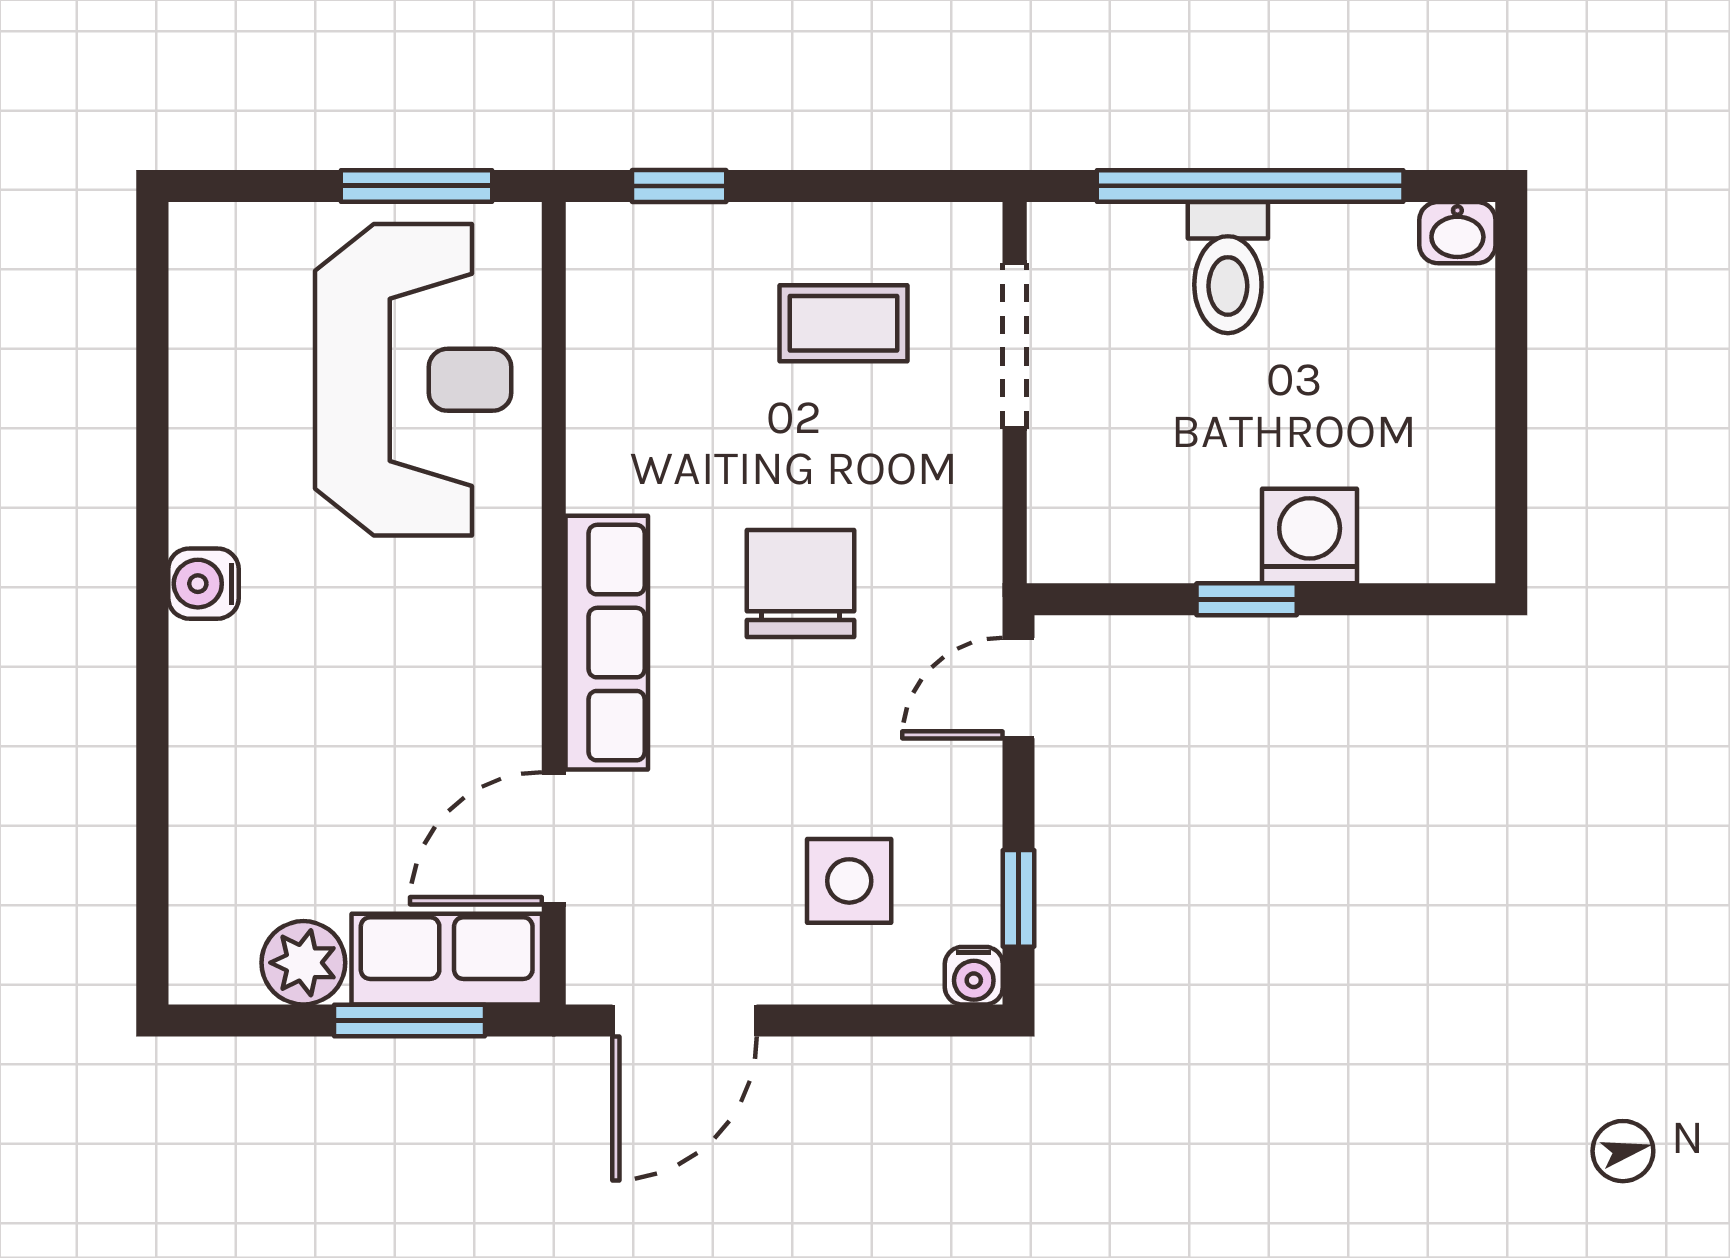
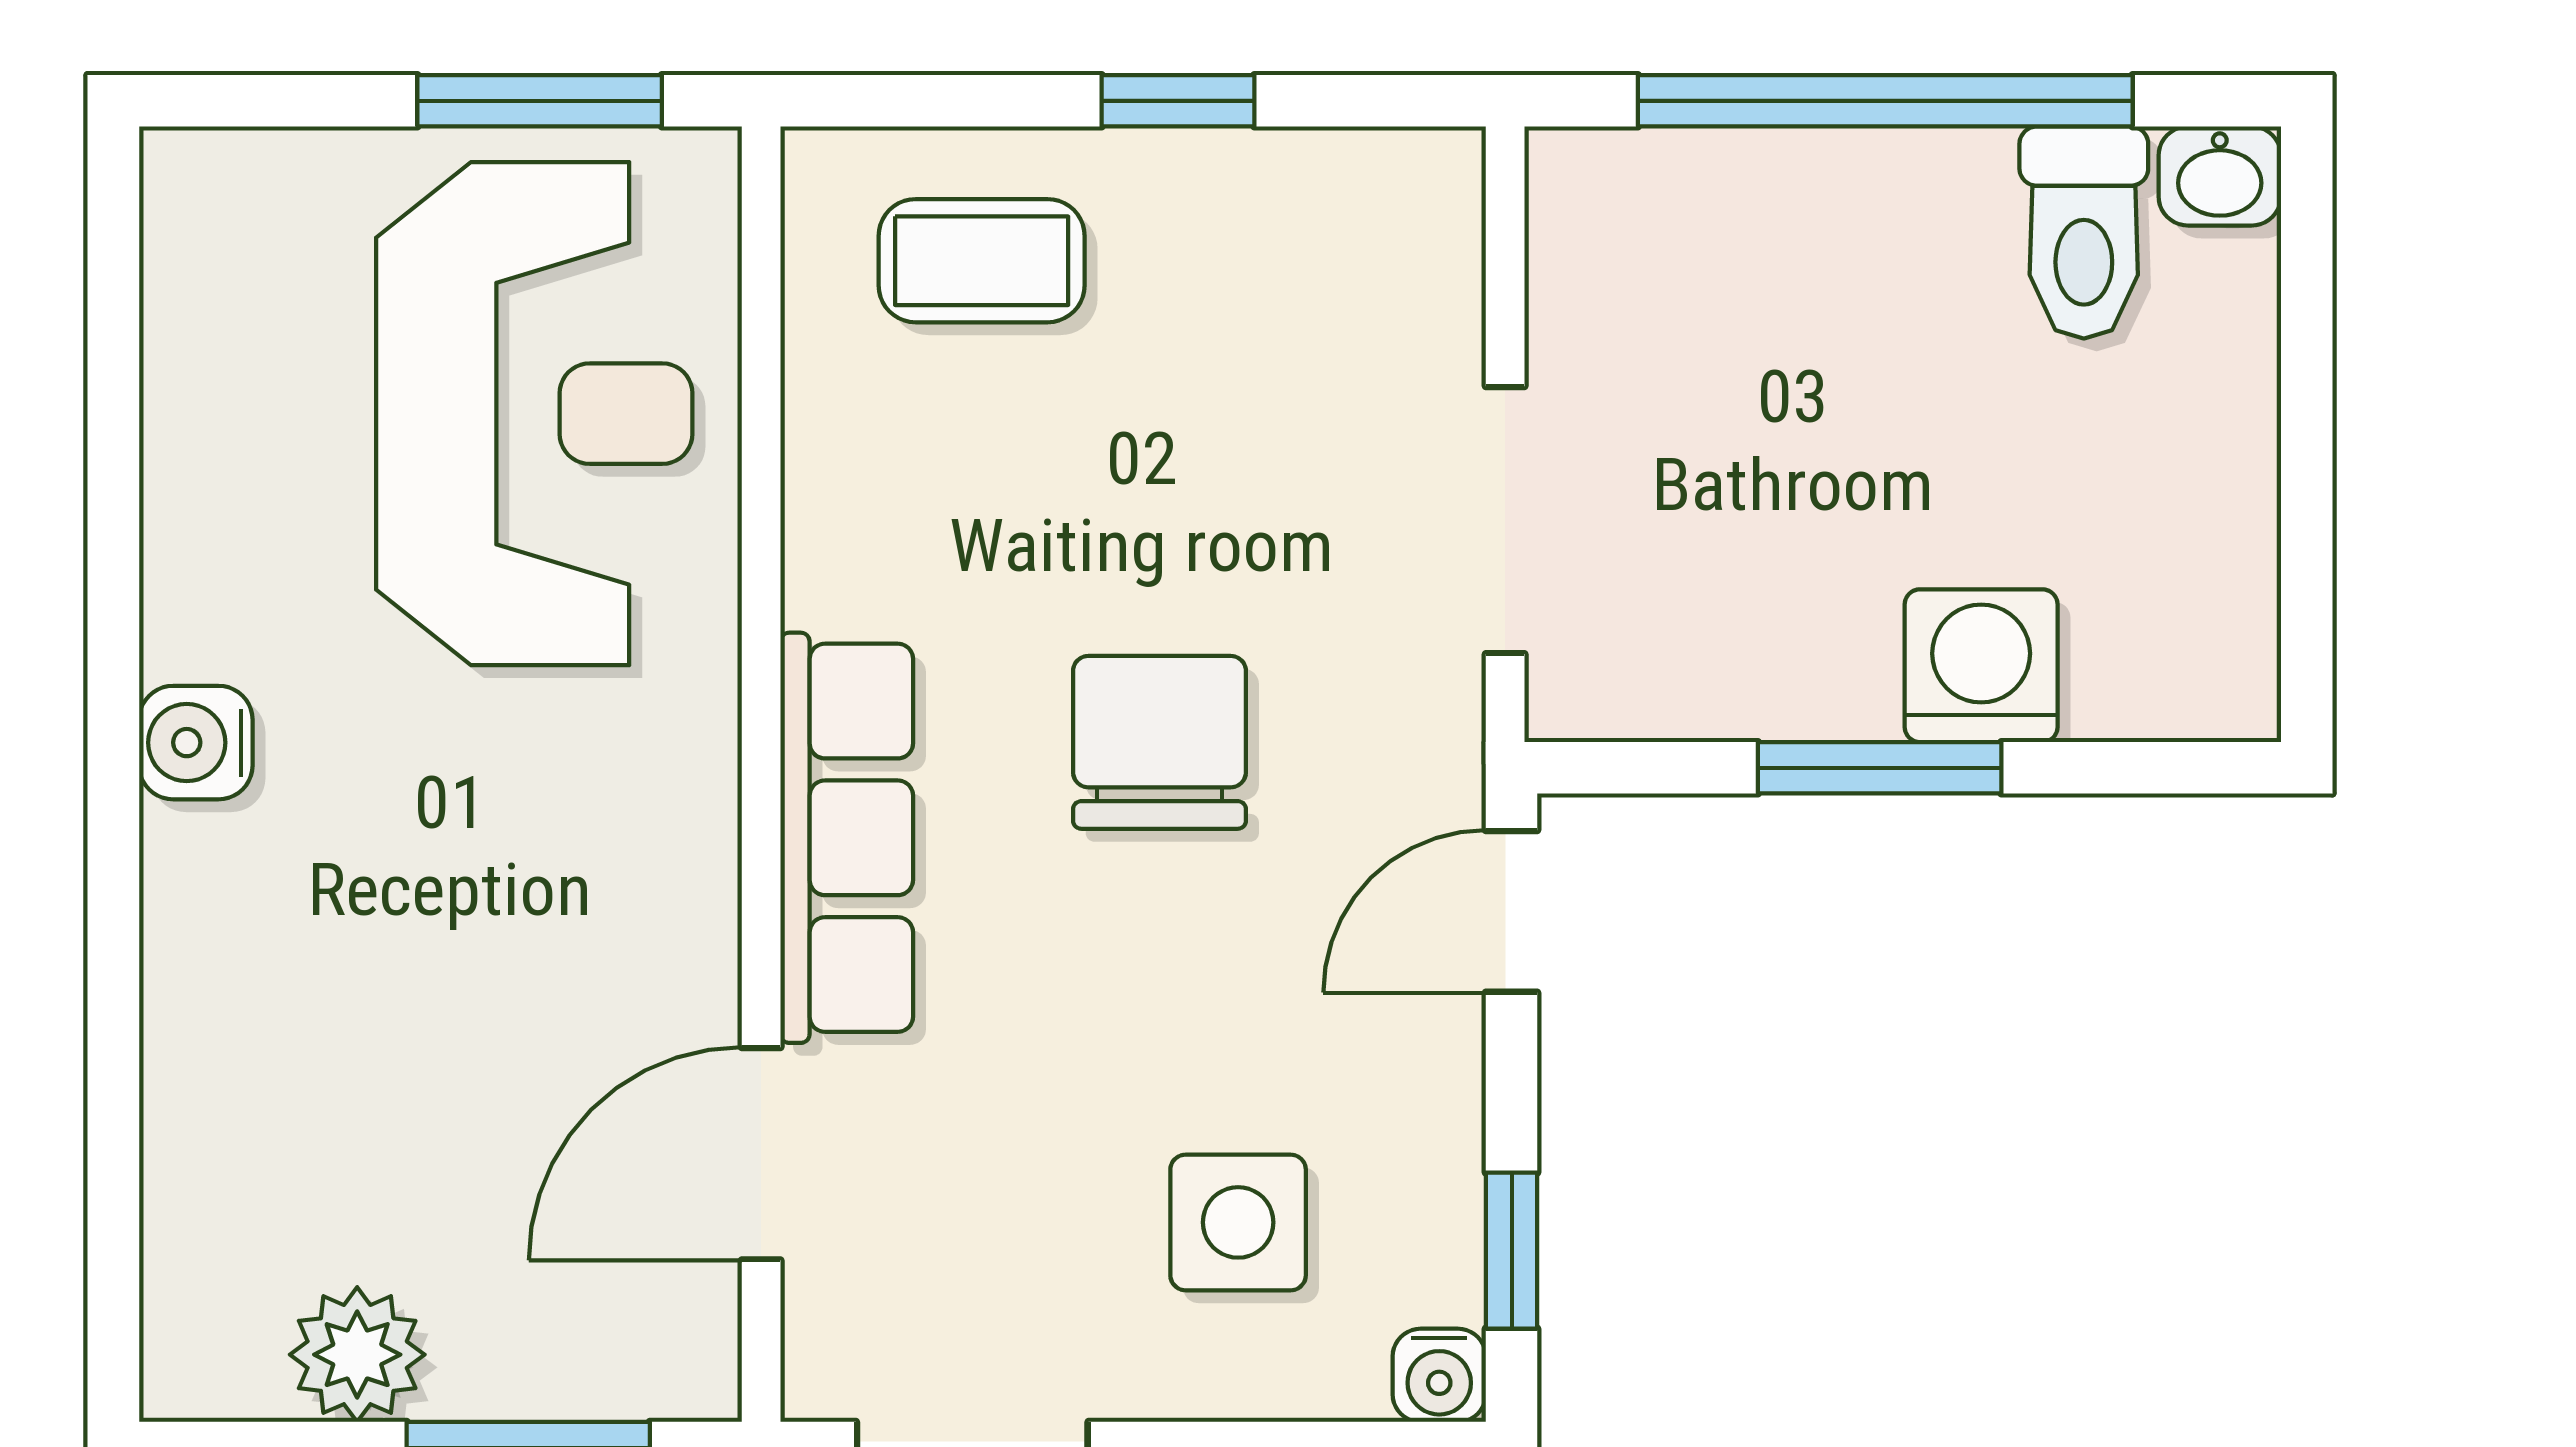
window: (679, 186) -> (1178, 101), moved
toilet: (1228, 268) -> (2084, 233), moved
coffee table: (843, 323) -> (982, 261), moved
doorway: (1015, 346) -> (1505, 520), moved
window: (1247, 599) -> (1880, 768), width x1.50
row of seats: (447, 959) -> (588, 1349), removed

